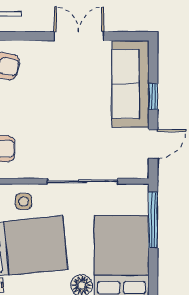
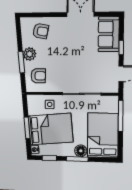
sofa: (130, 84) -> (109, 34), width x0.73

